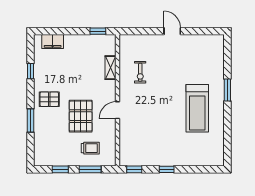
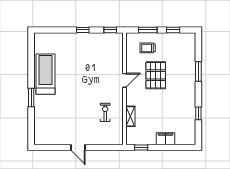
filing cabinet: (53, 41) -> (166, 139), moved
pallet: (49, 99) -> (182, 90), removed
treadmill: (197, 108) -> (46, 74), moved

